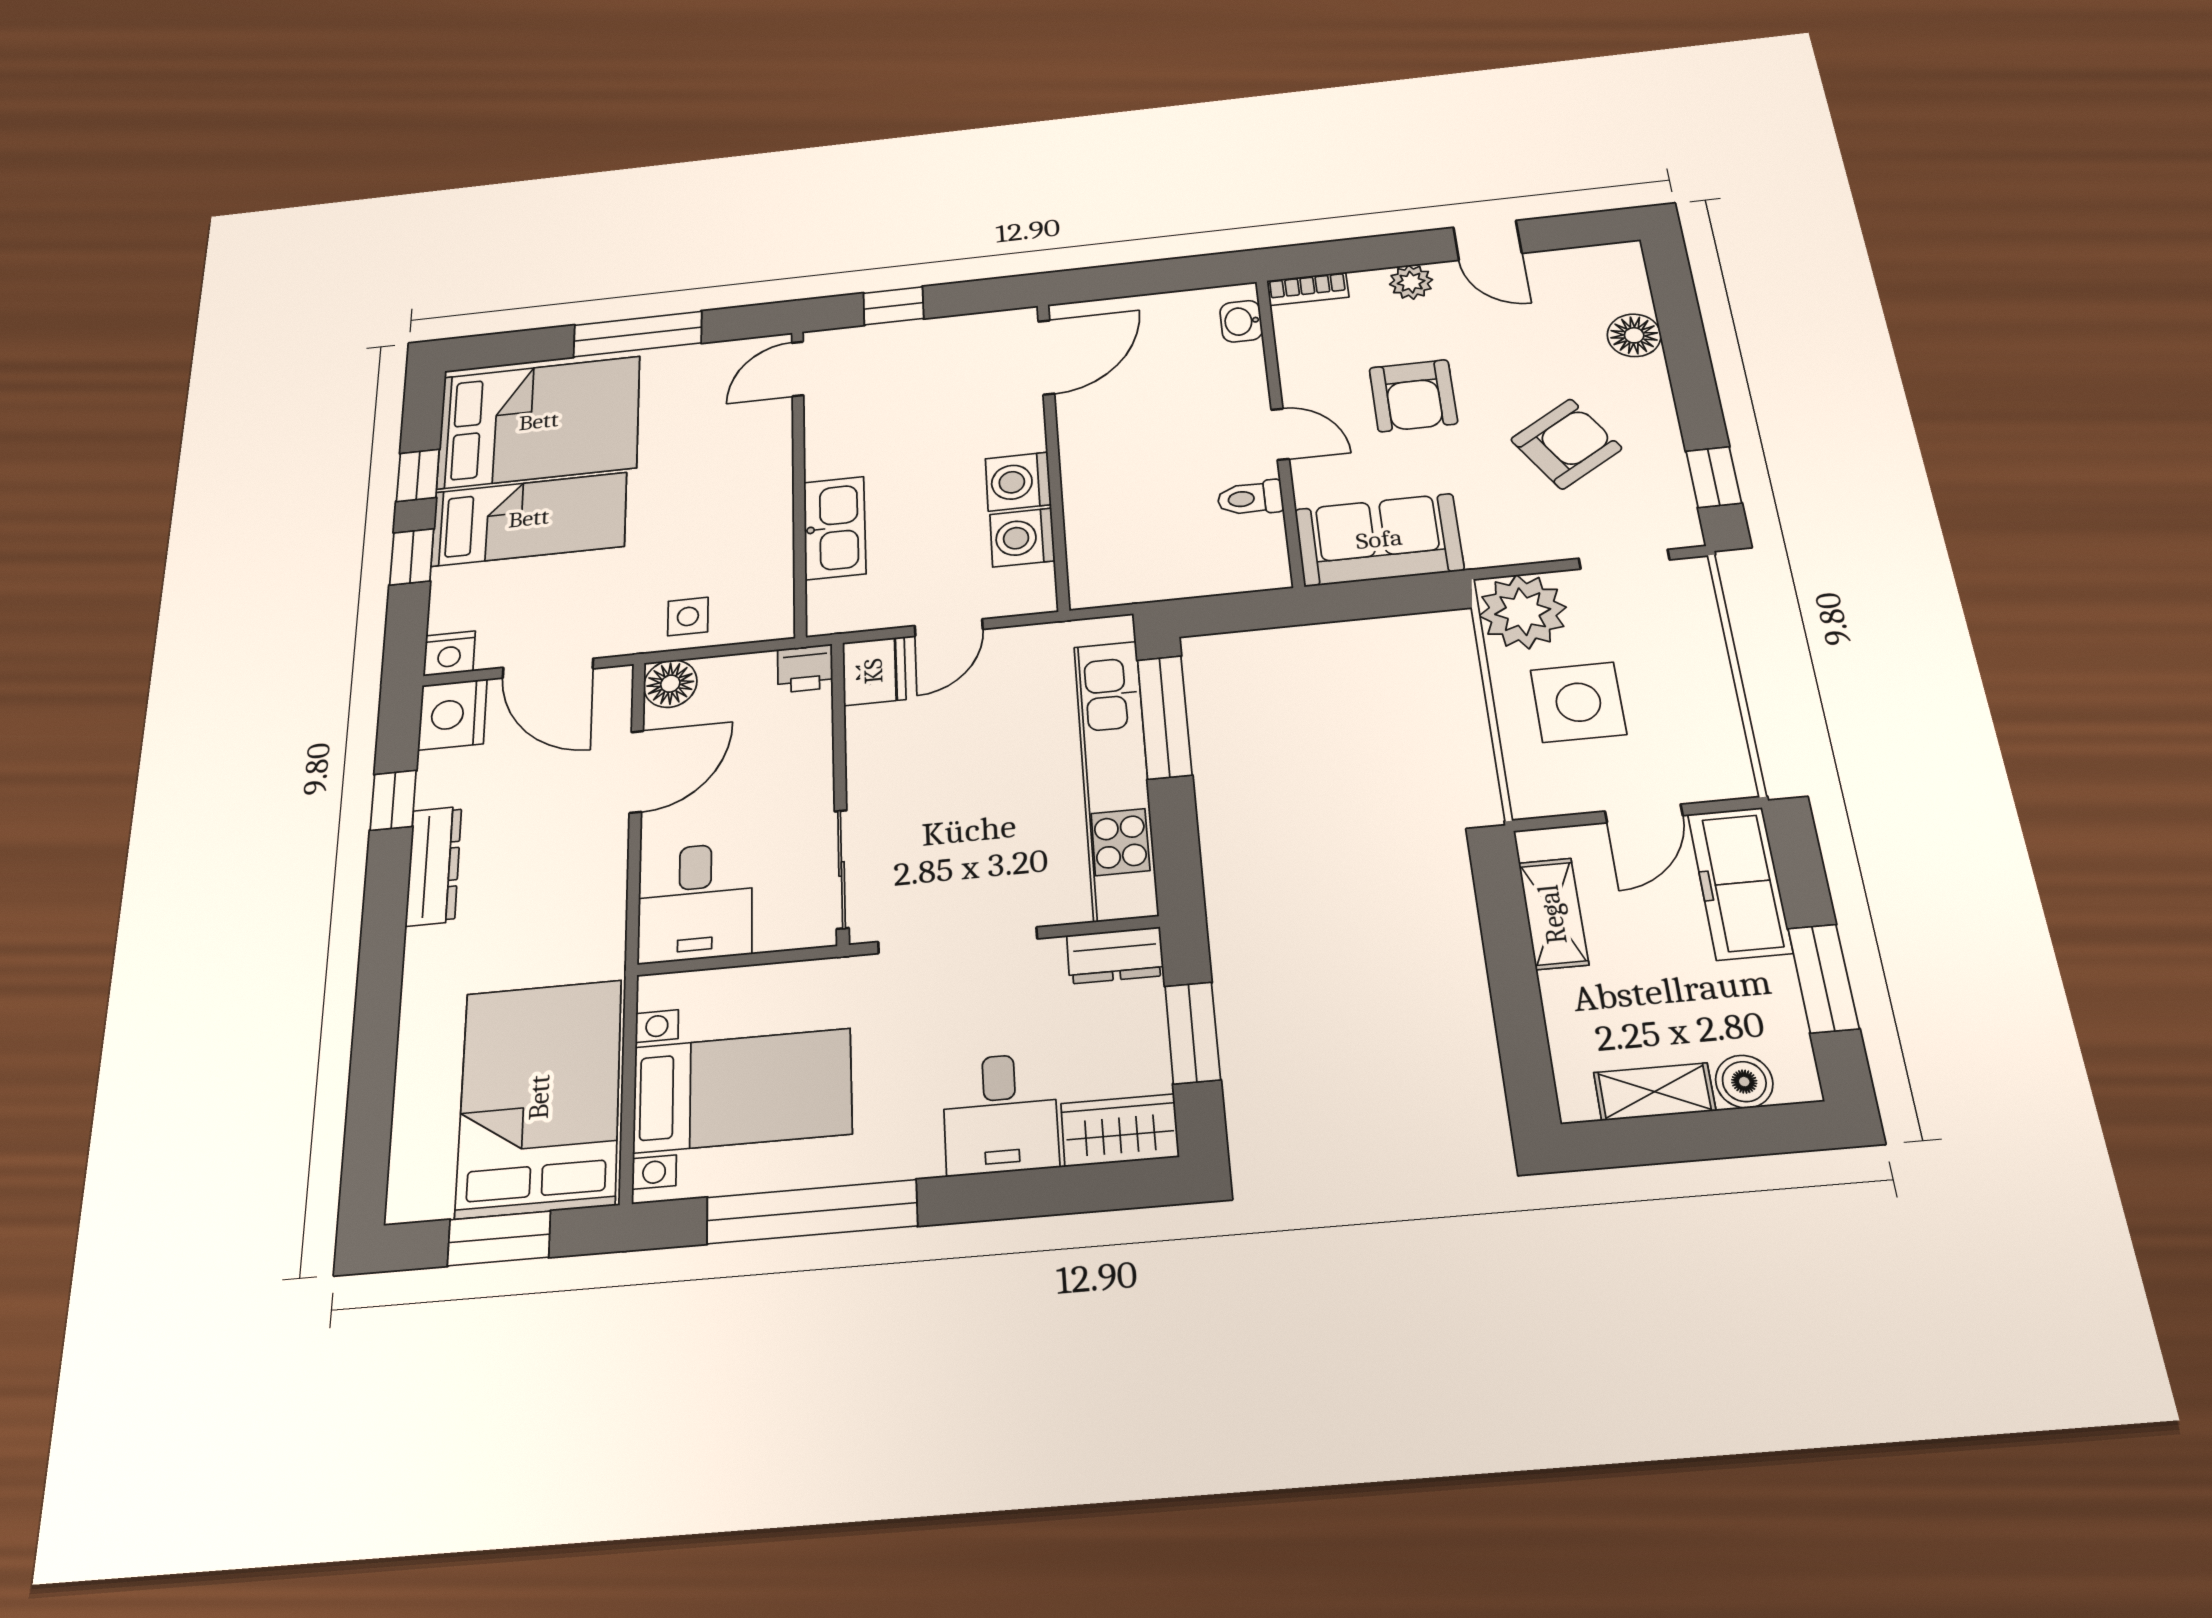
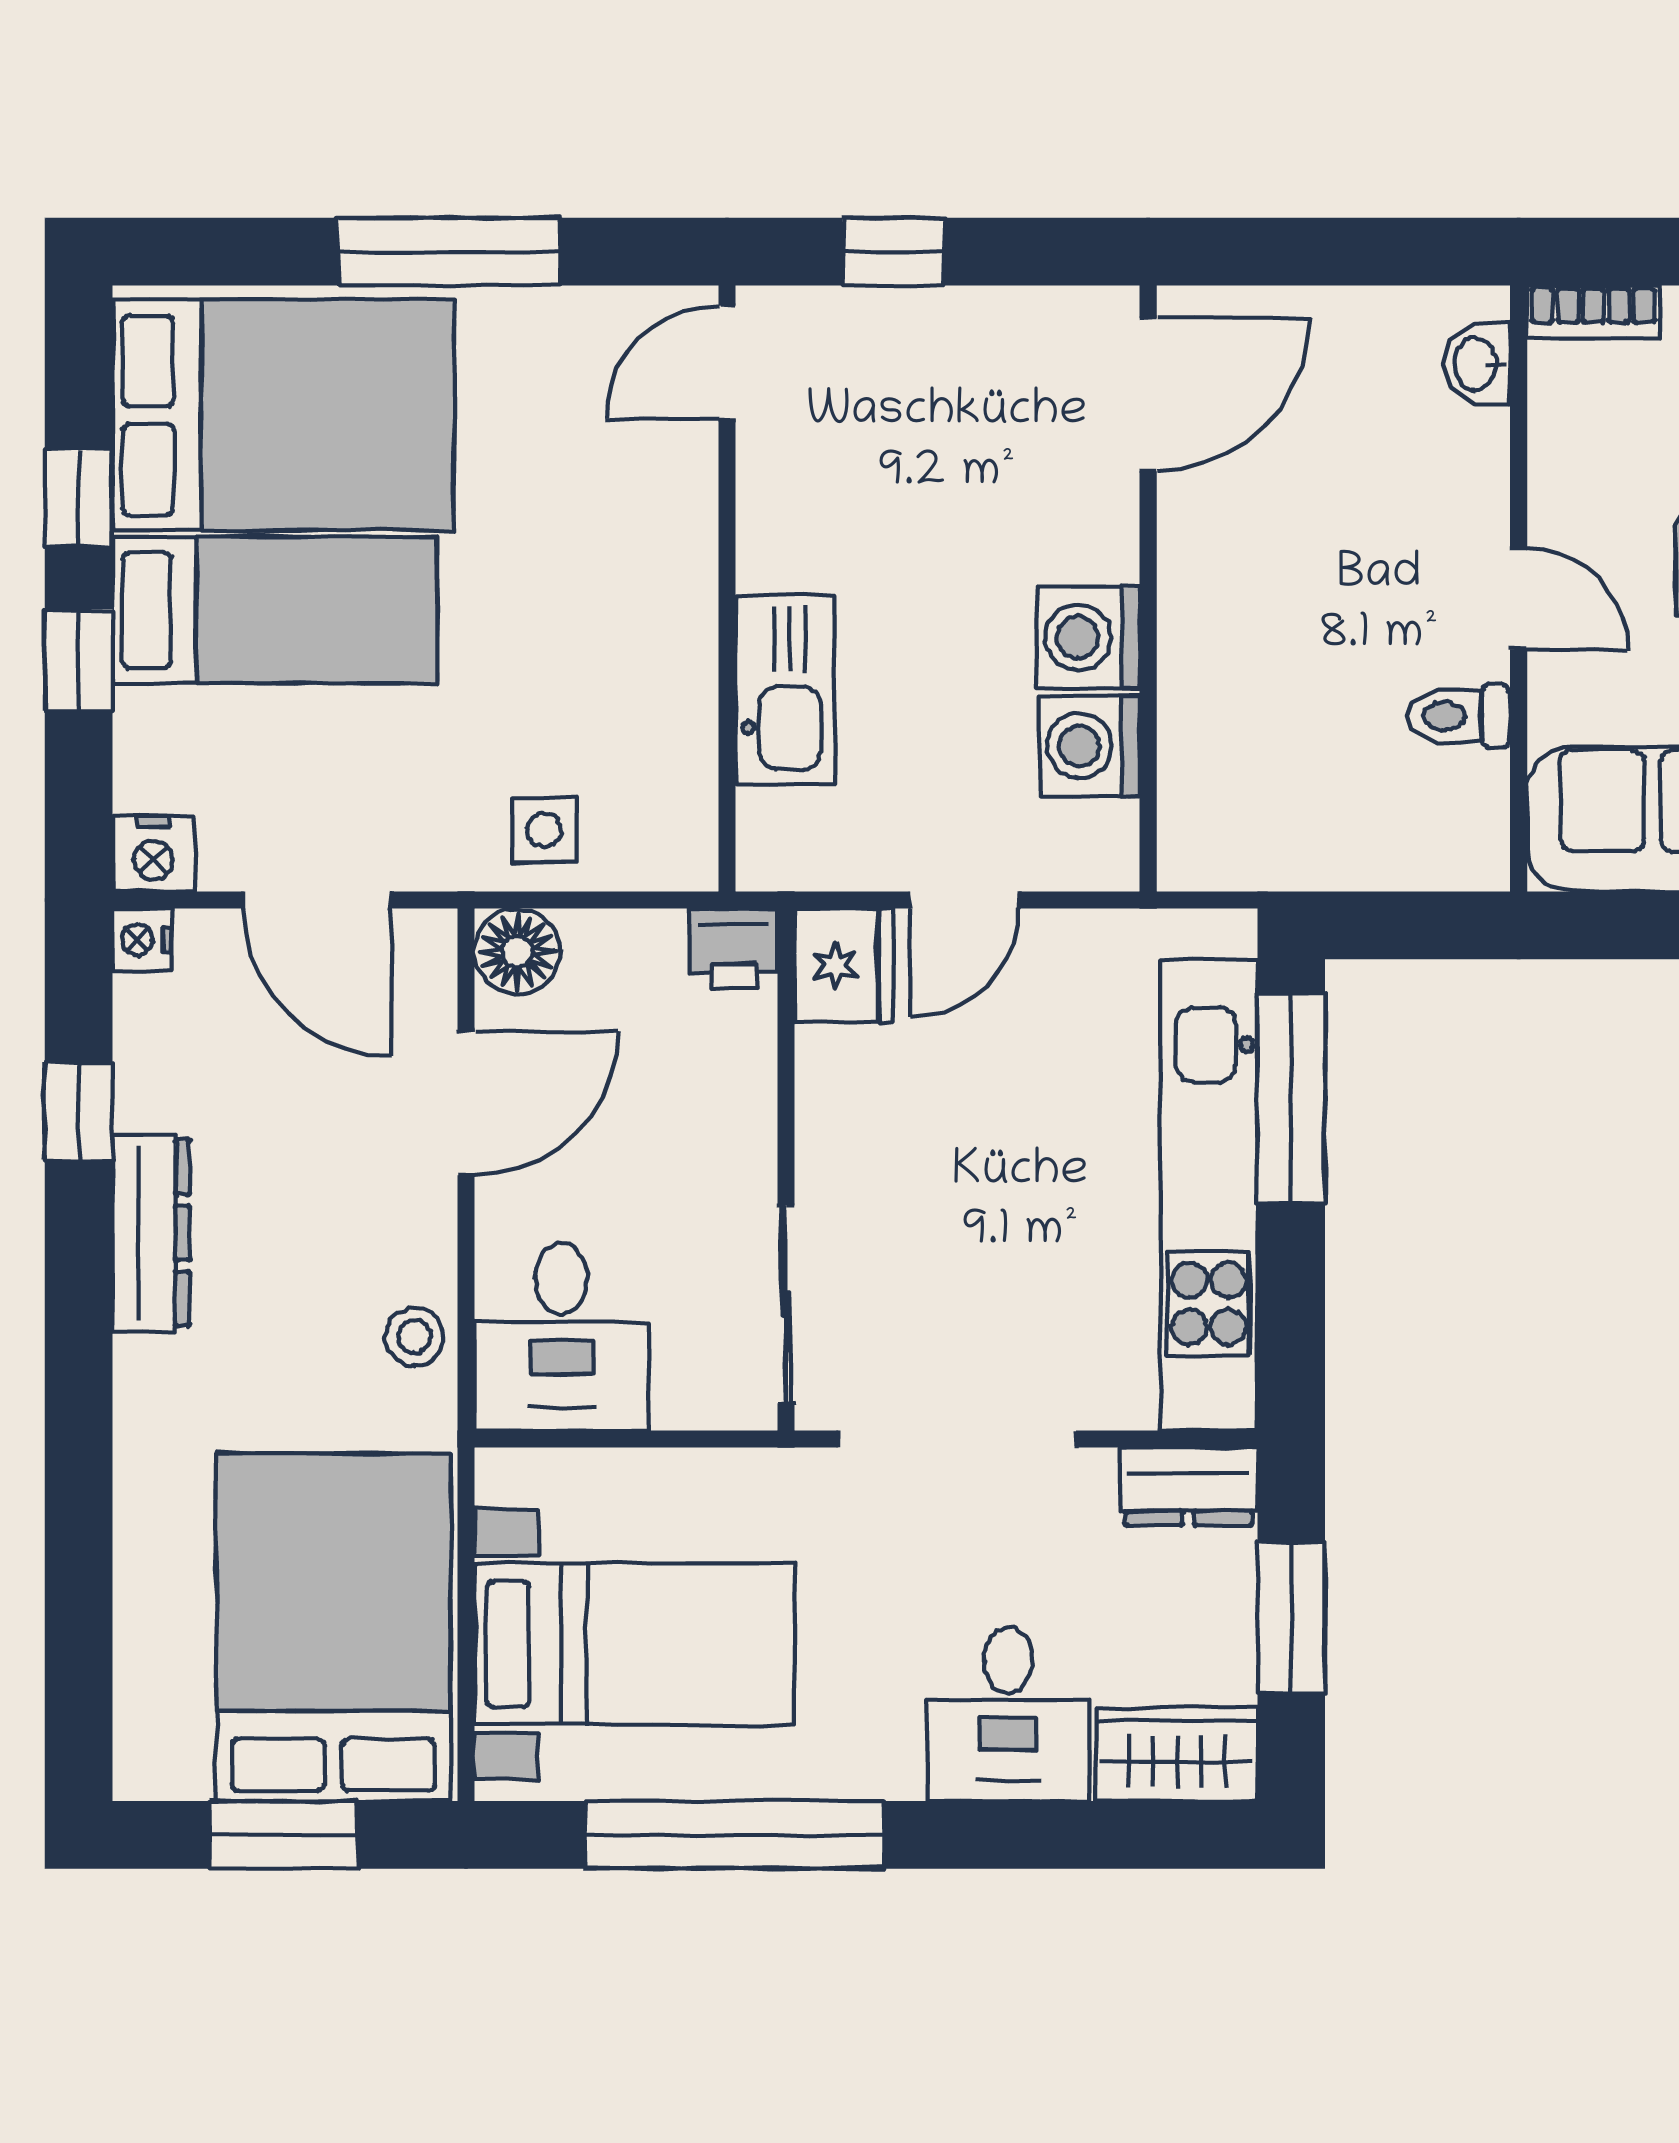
nightstand: (453, 714) -> (142, 940), width x0.53, depth x0.56
stool: (600, 911) -> (414, 1337), added

